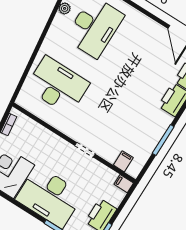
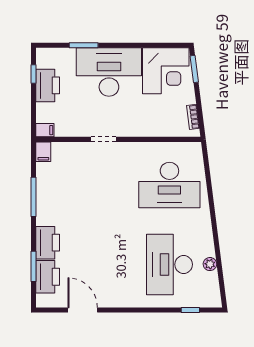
filing cabinet: (123, 161) -> (43, 152), moved

